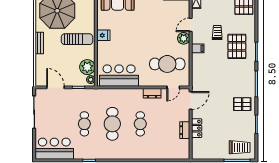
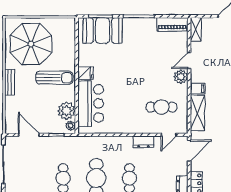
trolley: (217, 32) -> (221, 70), removed
cafe table: (167, 64) -> (161, 107), width x0.73, depth x0.74
shelving: (198, 69) -> (197, 113), added
bar counter: (119, 76) -> (91, 103), moved, turned 90

